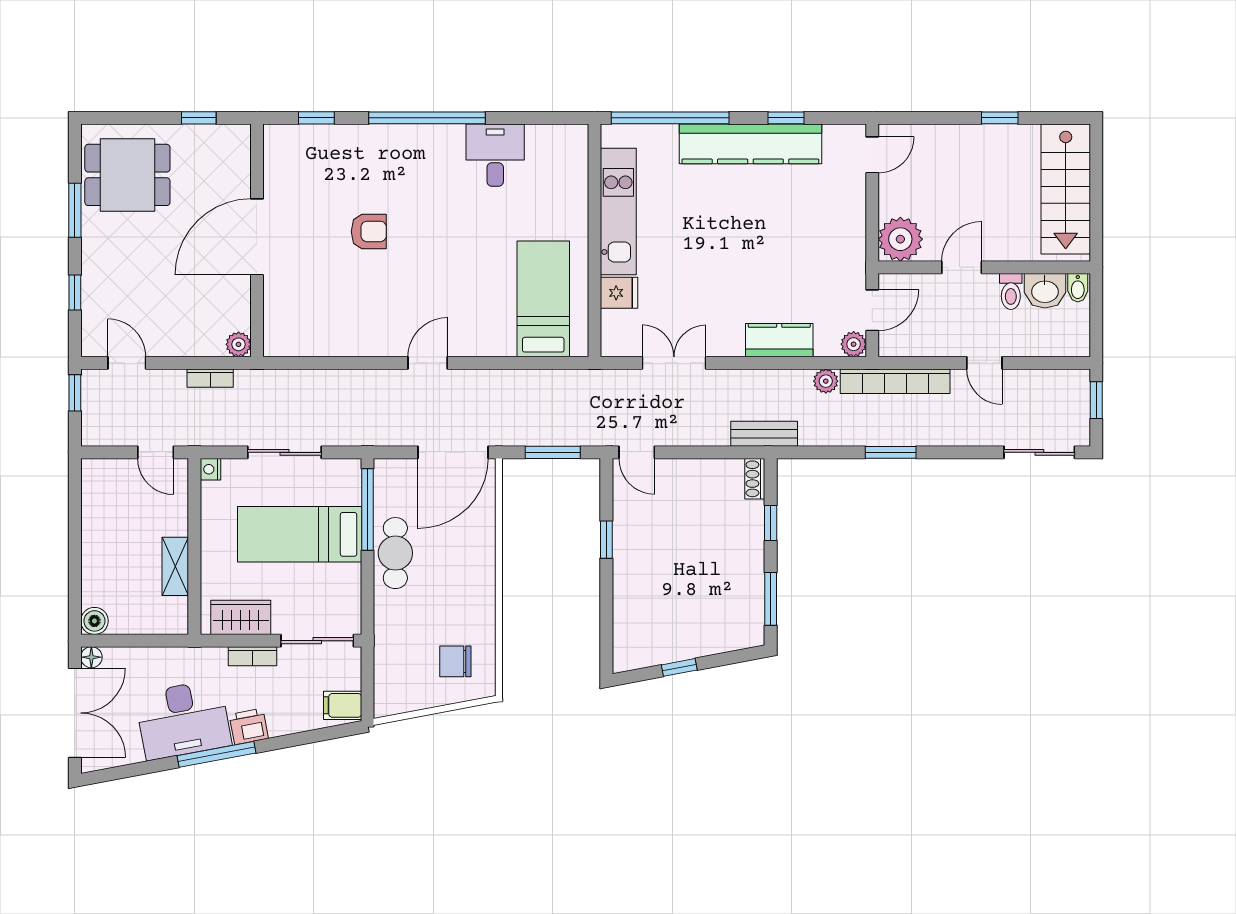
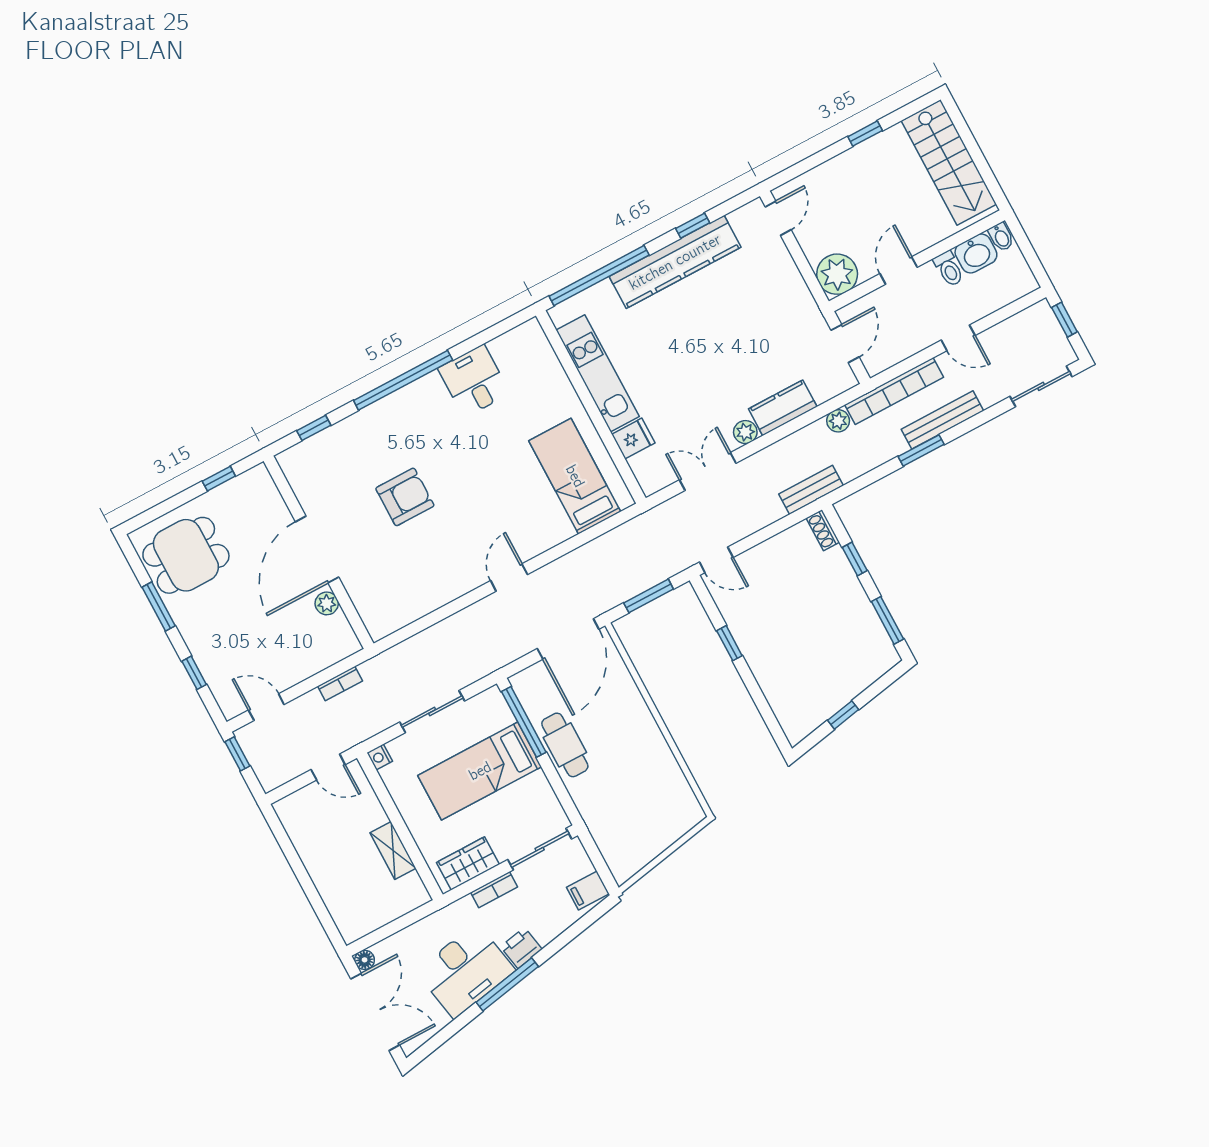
armchair: (369, 231) -> (405, 497), width x1.38, depth x1.38
plant: (238, 344) -> (327, 603), moved
plant: (854, 344) -> (745, 432), moved
bench: (927, 434) -> (942, 420), added
boiler: (94, 621) -> (351, 929), removed
chair: (455, 661) -> (660, 806), removed

